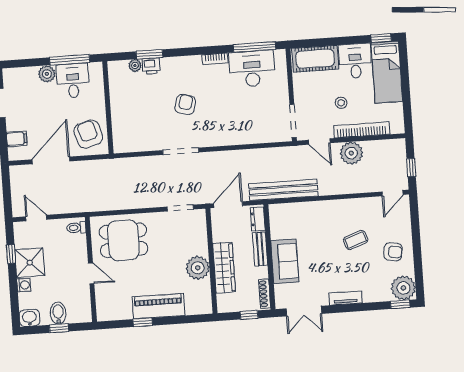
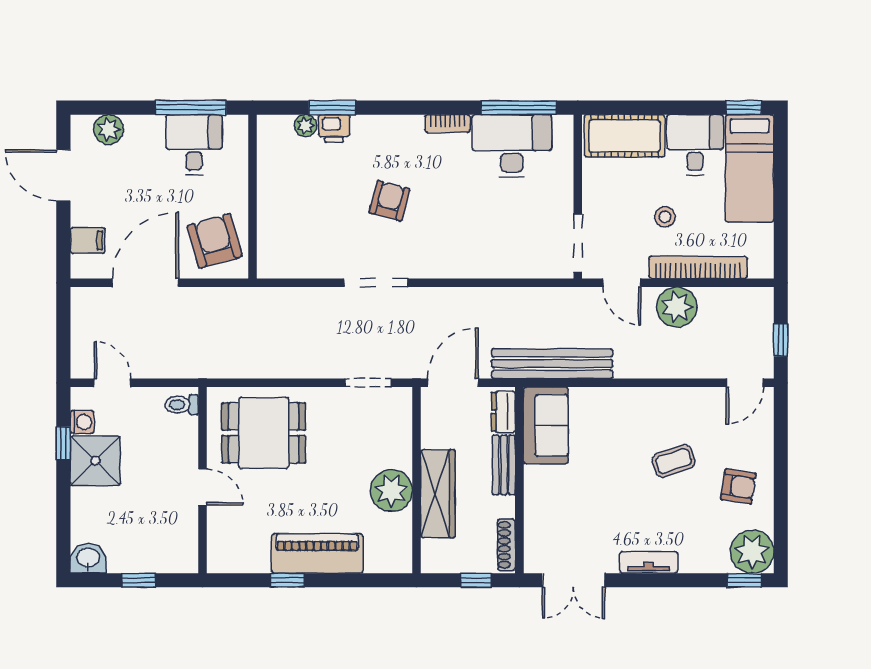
plant: (47, 74) -> (109, 129), moved
sofa: (285, 261) -> (546, 425), moved
washing machine: (24, 285) -> (82, 422), moved
bidet: (58, 313) -> (139, 554), removed

